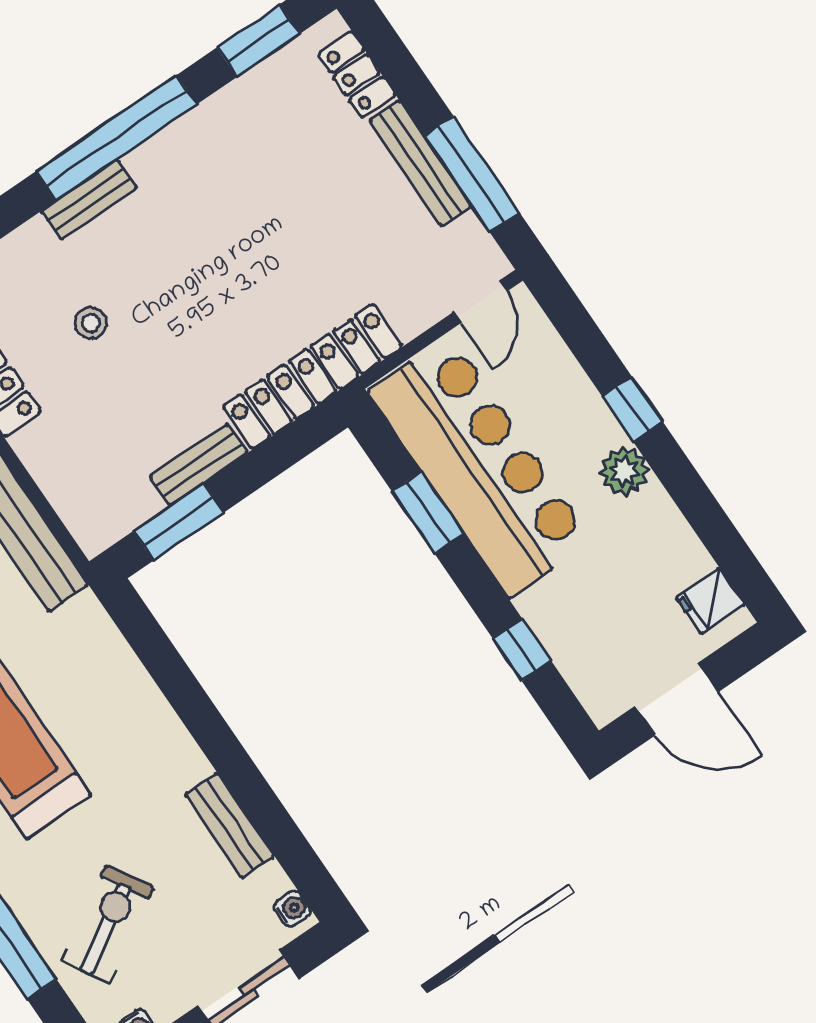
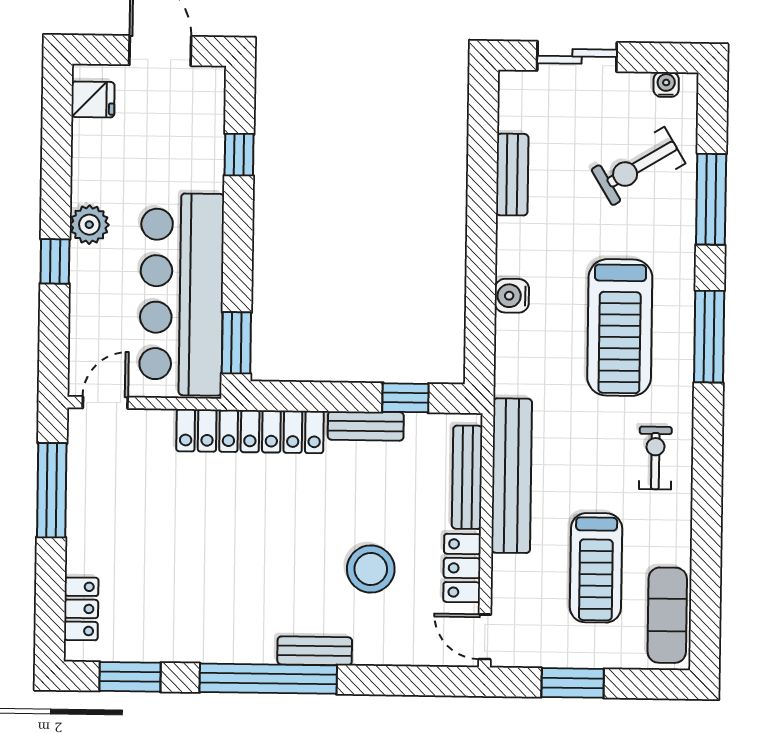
bench: (421, 163) -> (467, 477), moved
stool: (91, 323) -> (371, 569), width x1.89, depth x1.89
window: (428, 512) -> (236, 343), moved
window: (178, 522) -> (405, 398), width x0.67
water cooler: (292, 909) -> (512, 296), moved, width x1.38, depth x1.38

